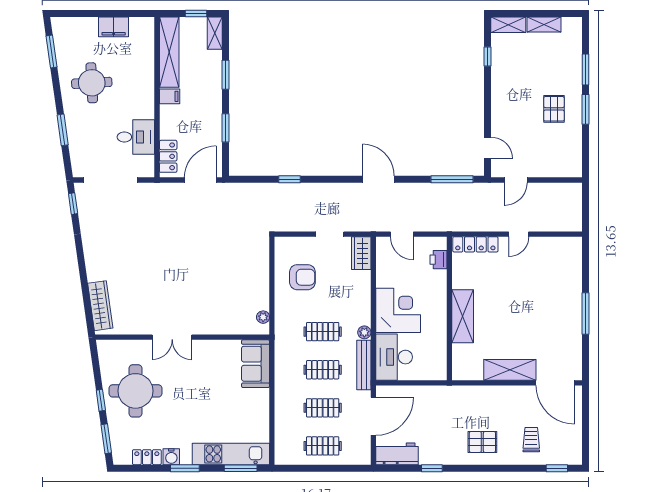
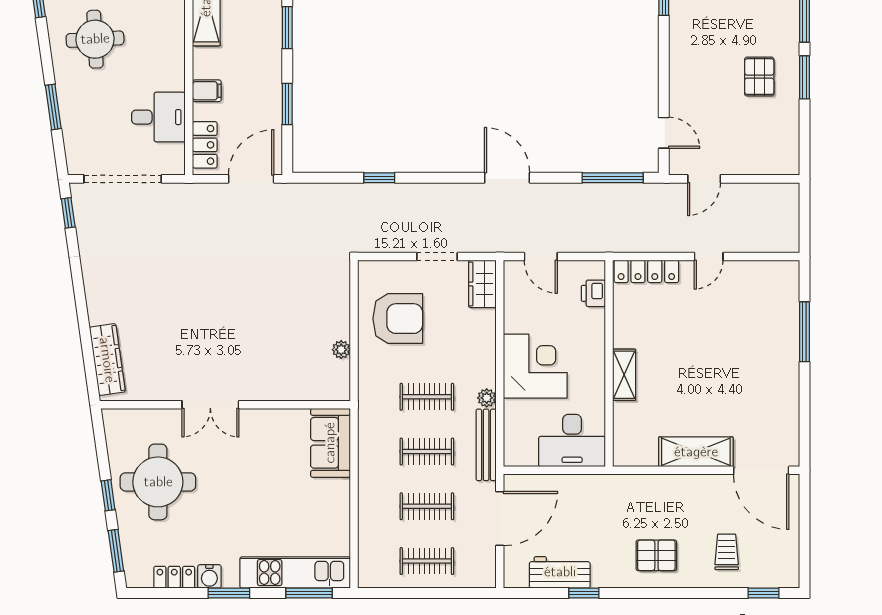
filing cabinet: (170, 96) -> (207, 91), moved
armchair: (302, 277) -> (398, 319), width x1.36, depth x1.36
window: (585, 313) -> (805, 332), moved
shelving: (463, 316) -> (624, 375), width x0.67, depth x0.75
plant: (263, 317) -> (341, 350), moved
desk: (394, 357) -> (572, 440), moved, turned -90
workbench: (397, 454) -> (560, 572), moved

